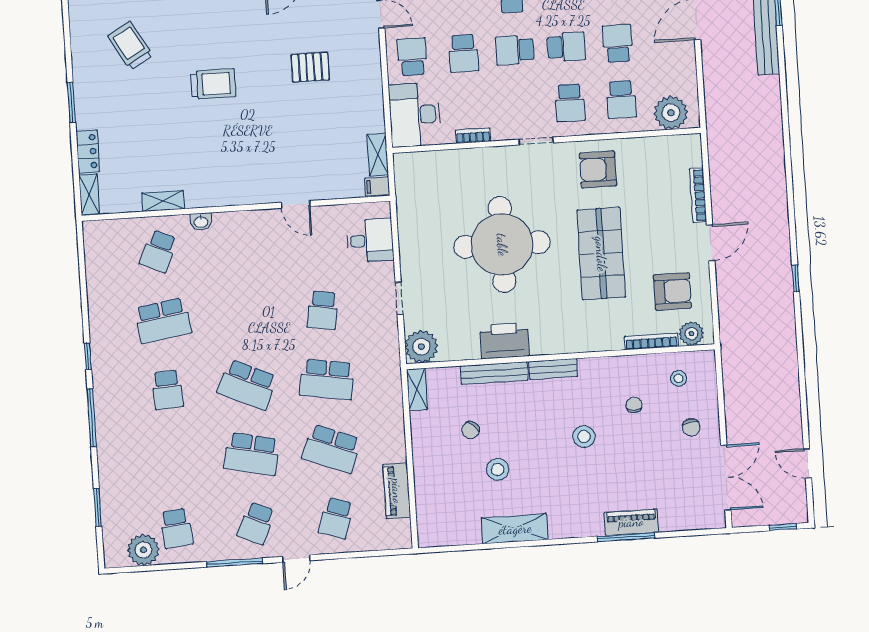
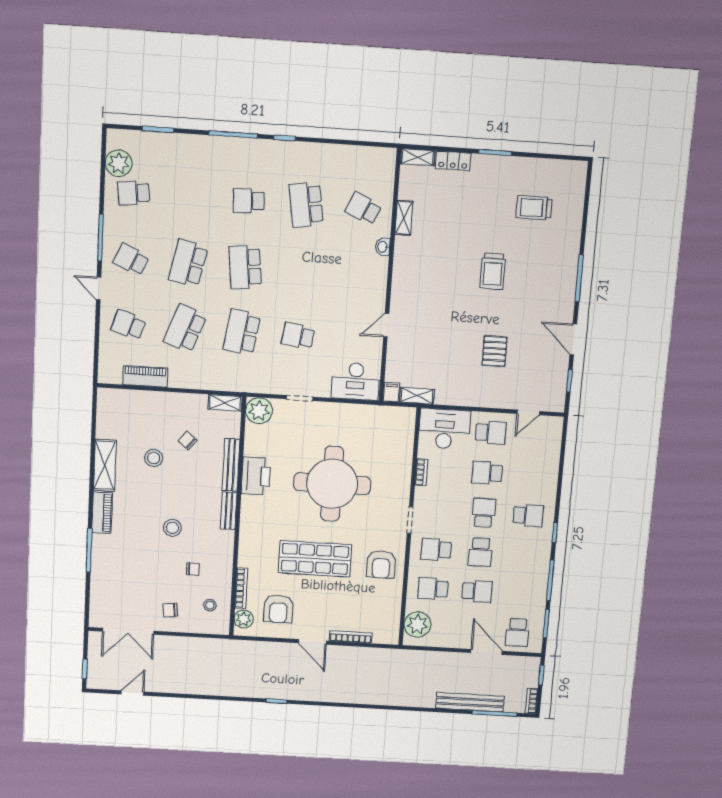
trolley: (130, 46) -> (534, 208), turned -150
armchair: (598, 169) -> (381, 564), turned 180
desk: (370, 240) -> (356, 381), width x1.37
school desk: (247, 385) -> (245, 267), turned -30
piano: (631, 522) -> (102, 513), moved

